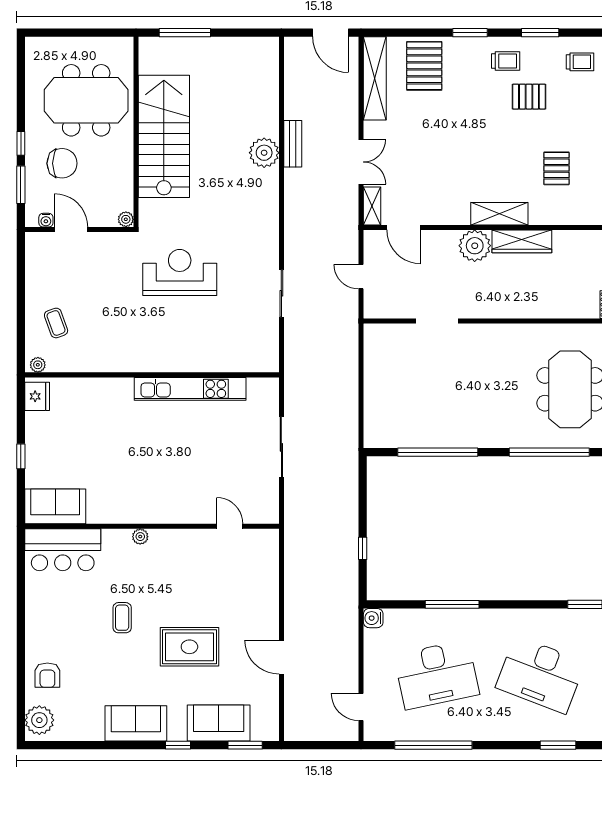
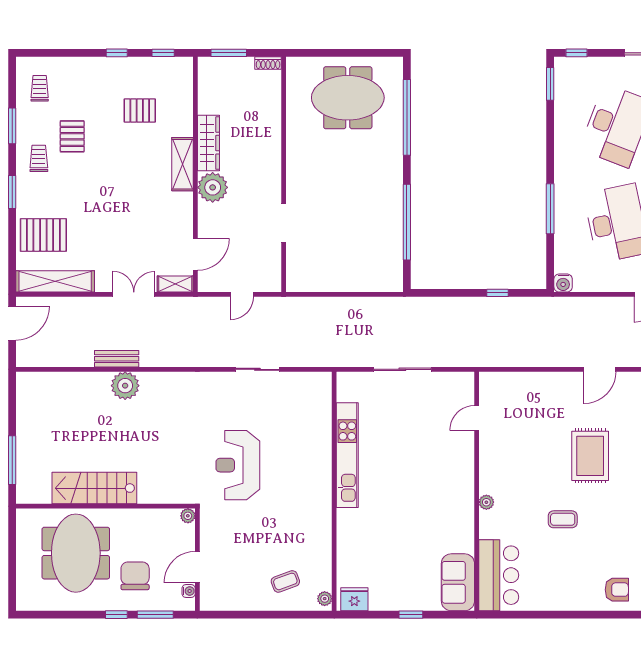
stairs: (164, 136) -> (94, 488), width x0.73, depth x0.66

